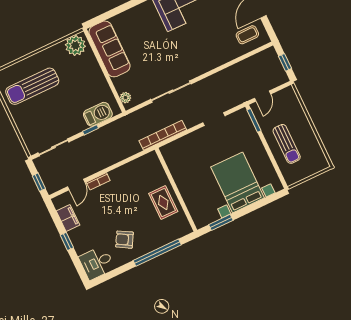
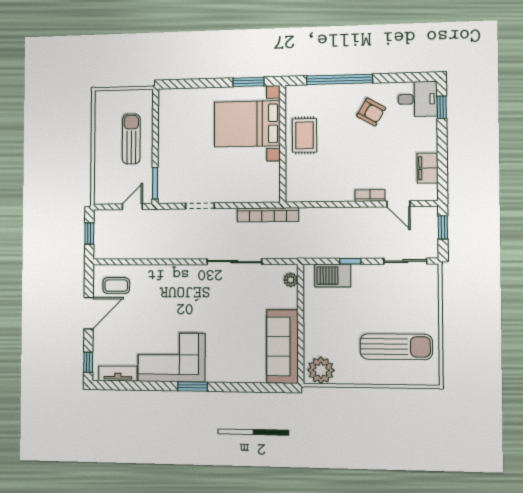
bed with nightstands: (238, 182) -> (247, 124), moved, turned 90
door: (76, 185) -> (398, 204), swing flipped
window: (67, 241) -> (442, 107), moved

